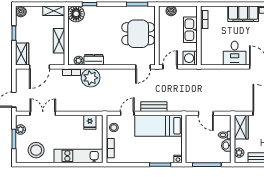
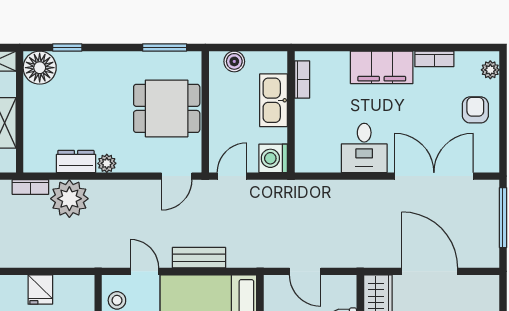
plant: (79, 61) -> (107, 163), moved
door: (127, 113) -> (144, 271), hinge flipped
fridge: (90, 122) -> (40, 290), moved

